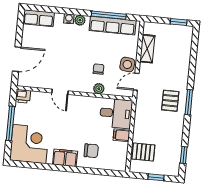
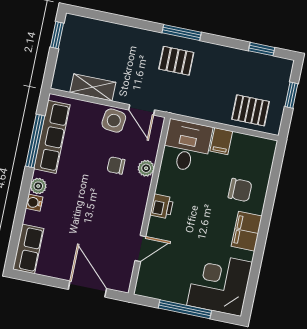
door: (60, 92) -> (140, 249), moved
printer: (23, 96) -> (162, 206), moved
chair: (91, 151) -> (240, 190), turned 90
pallet: (143, 152) -> (251, 110), turned 90

